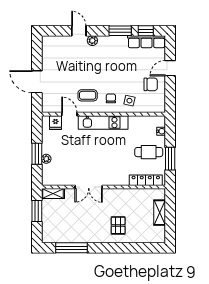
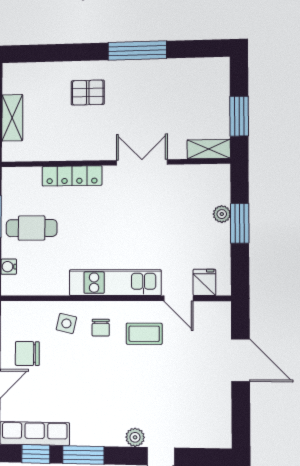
locker: (146, 180) -> (72, 176), moved
pallet: (118, 225) -> (88, 93), turned 90
window: (71, 248) -> (137, 51), moved

